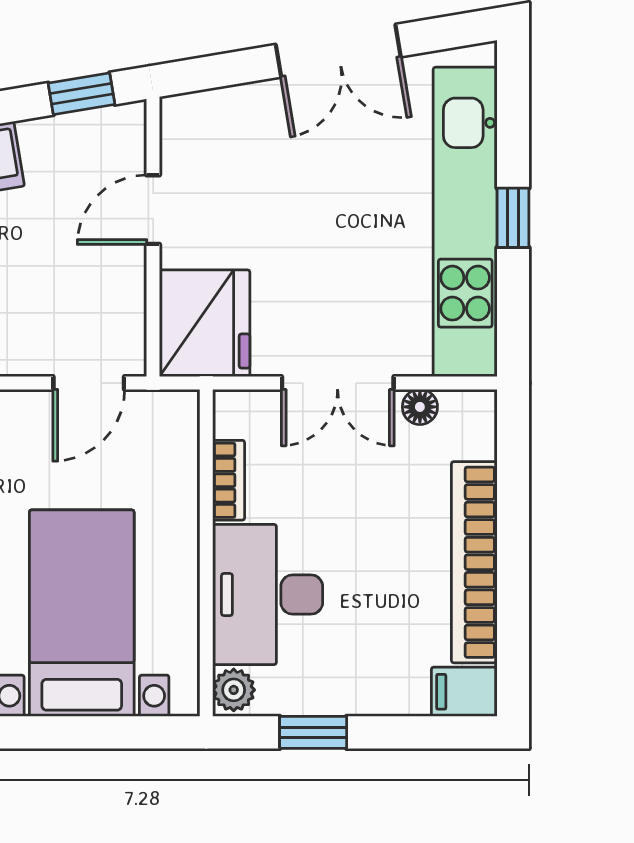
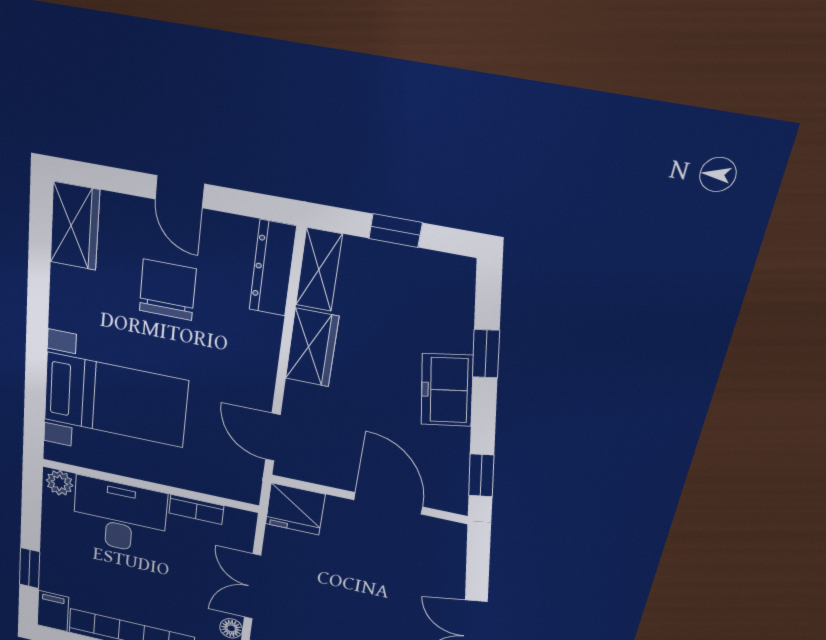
door: (153, 210) -> (388, 503), width x1.38
fridge: (205, 323) -> (295, 509), width x0.73, depth x0.75
window: (313, 732) -> (30, 568), moved

